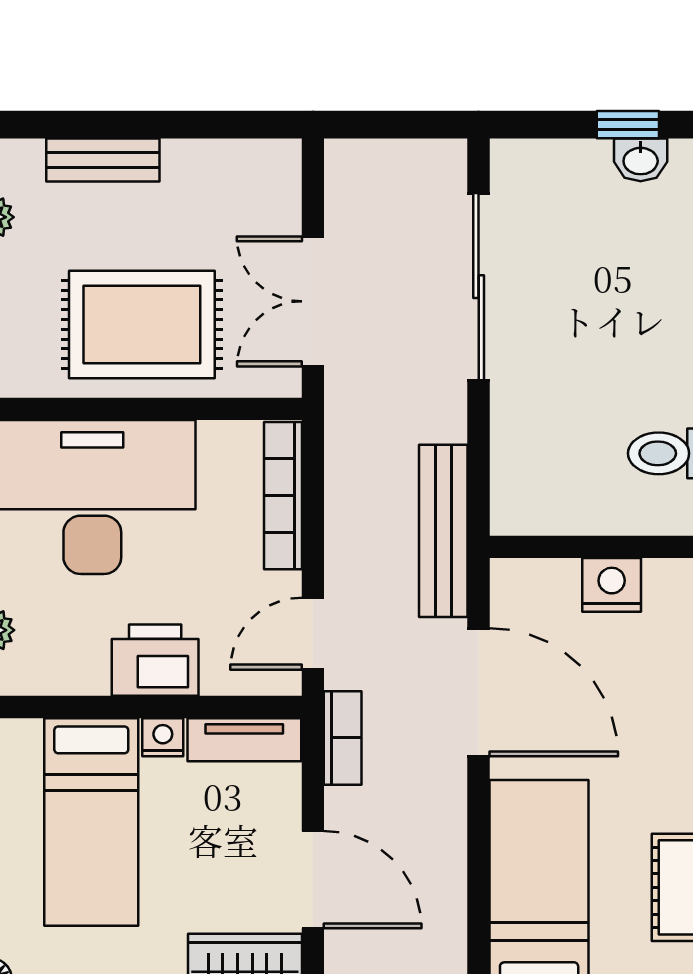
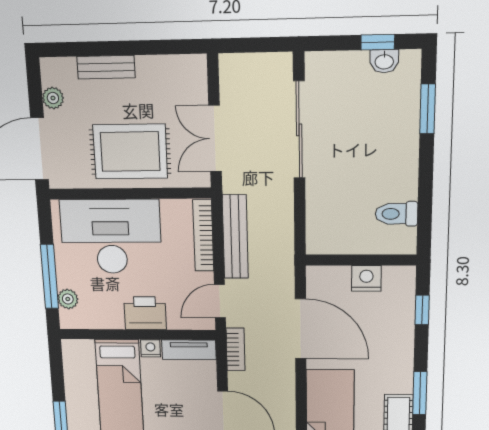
bench: (443, 531) -> (235, 237), moved

